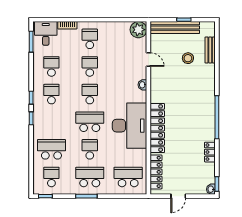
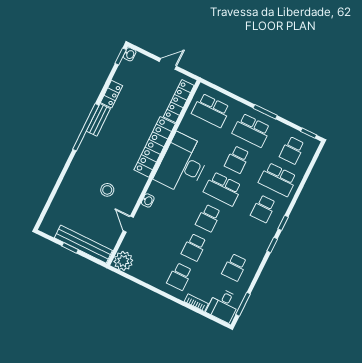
bench: (210, 50) -> (98, 120), moved
stool: (188, 58) -> (107, 190), moved
school desk: (51, 94) -> (263, 209), moved

